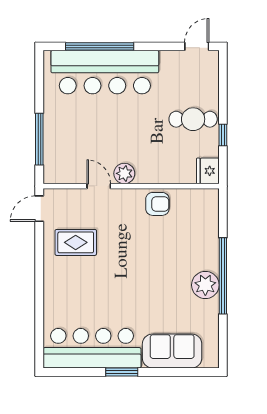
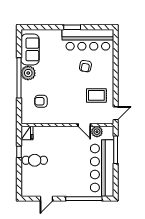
door: (197, 46) -> (46, 199), moved
bar counter: (105, 72) -> (102, 168), moved, turned -90
plant: (124, 173) -> (97, 132), moved
armchair: (157, 204) -> (41, 101), moved
armchair: (97, 298) -> (85, 66), added
sofa: (172, 351) -> (30, 49), moved, turned -90

